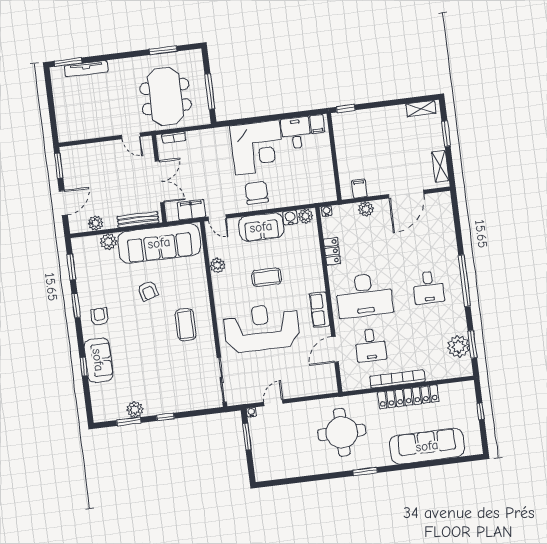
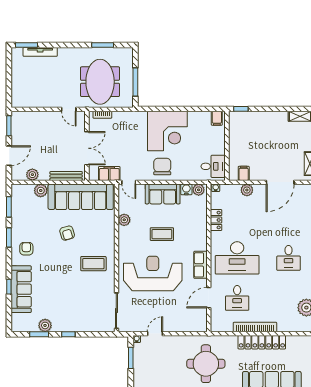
desk: (296, 133) -> (213, 166), moved, turned 90
coffee table: (186, 325) -> (93, 264), turned 90
sofa: (98, 360) -> (21, 289), width x1.36

